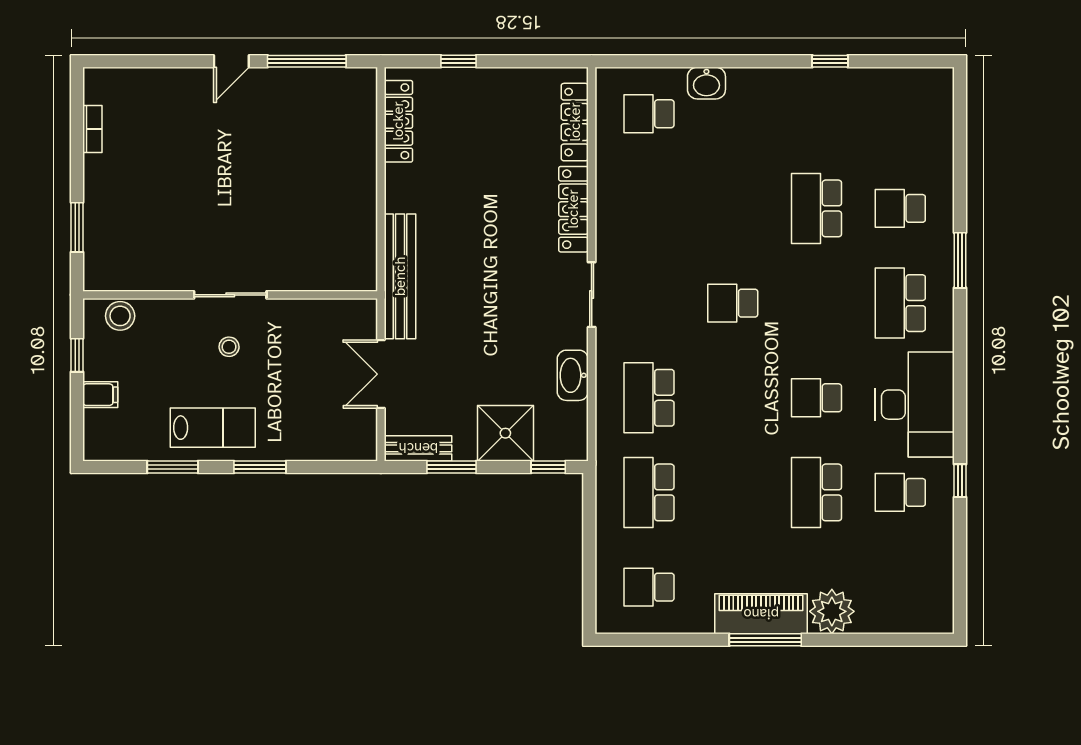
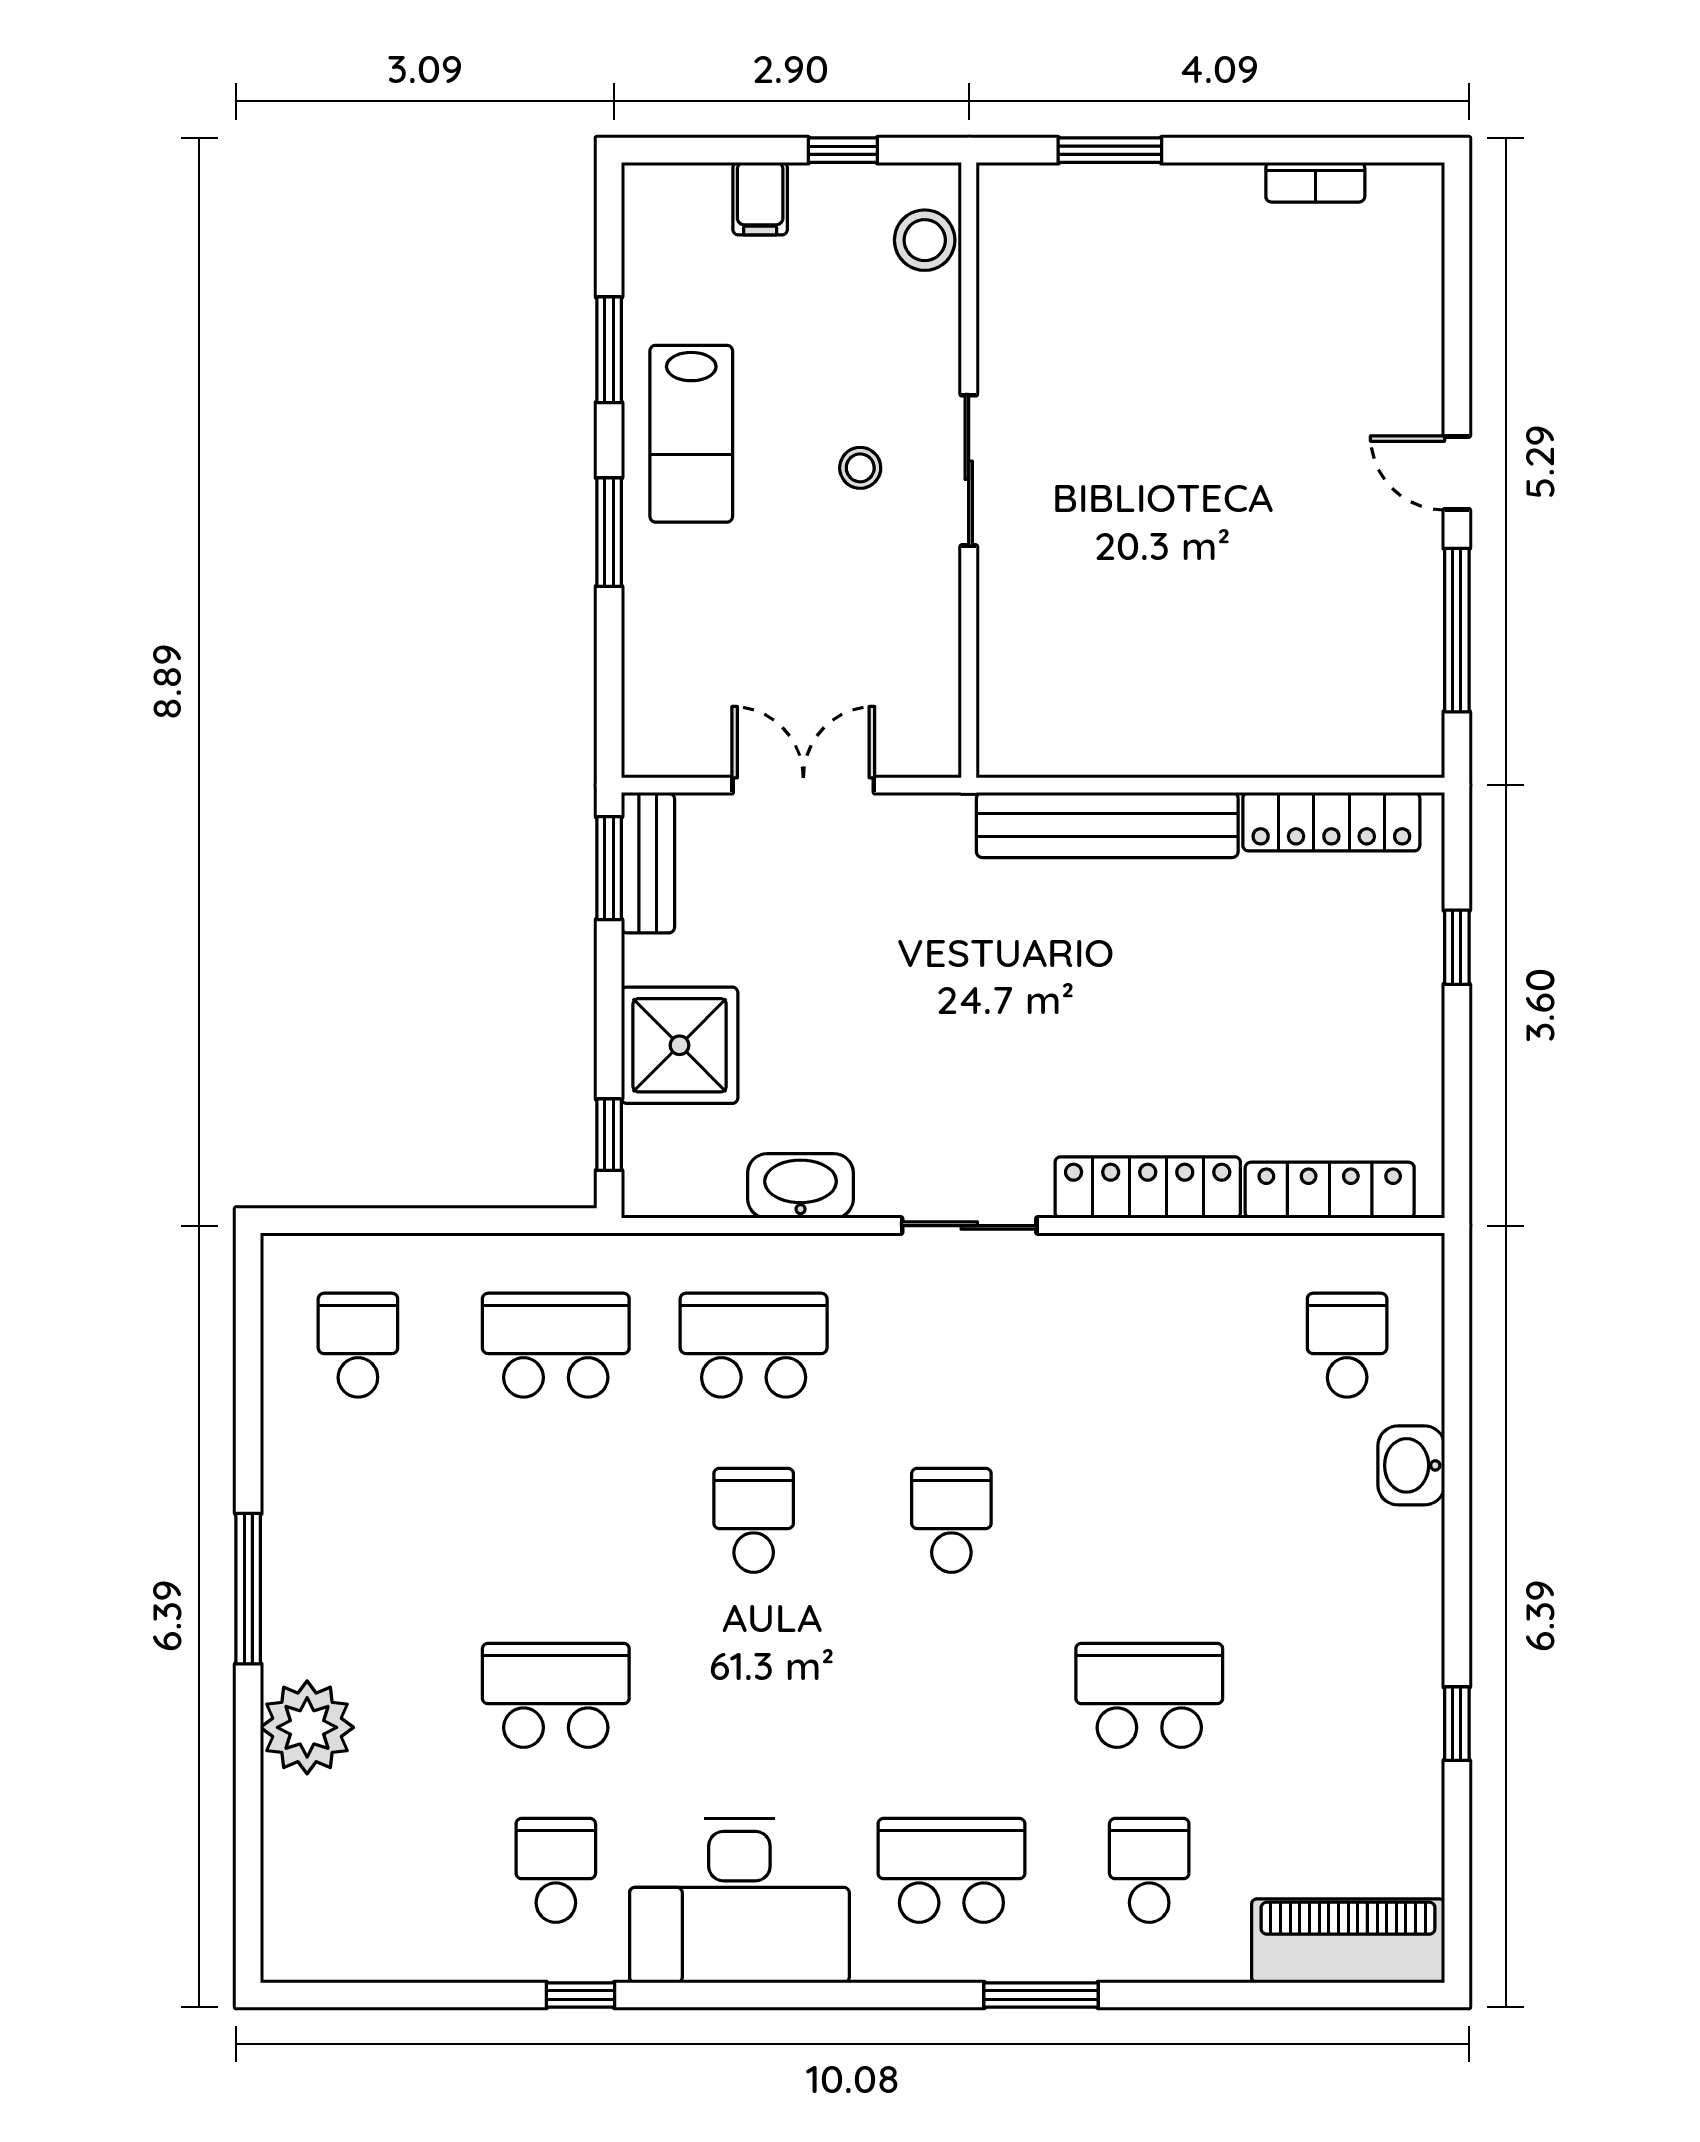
bench: (400, 276) -> (1107, 825), moved
school desk: (816, 398) -> (754, 1520), moved
window: (451, 467) -> (609, 868), moved
piano: (761, 614) -> (1348, 1941), moved, turned -90

